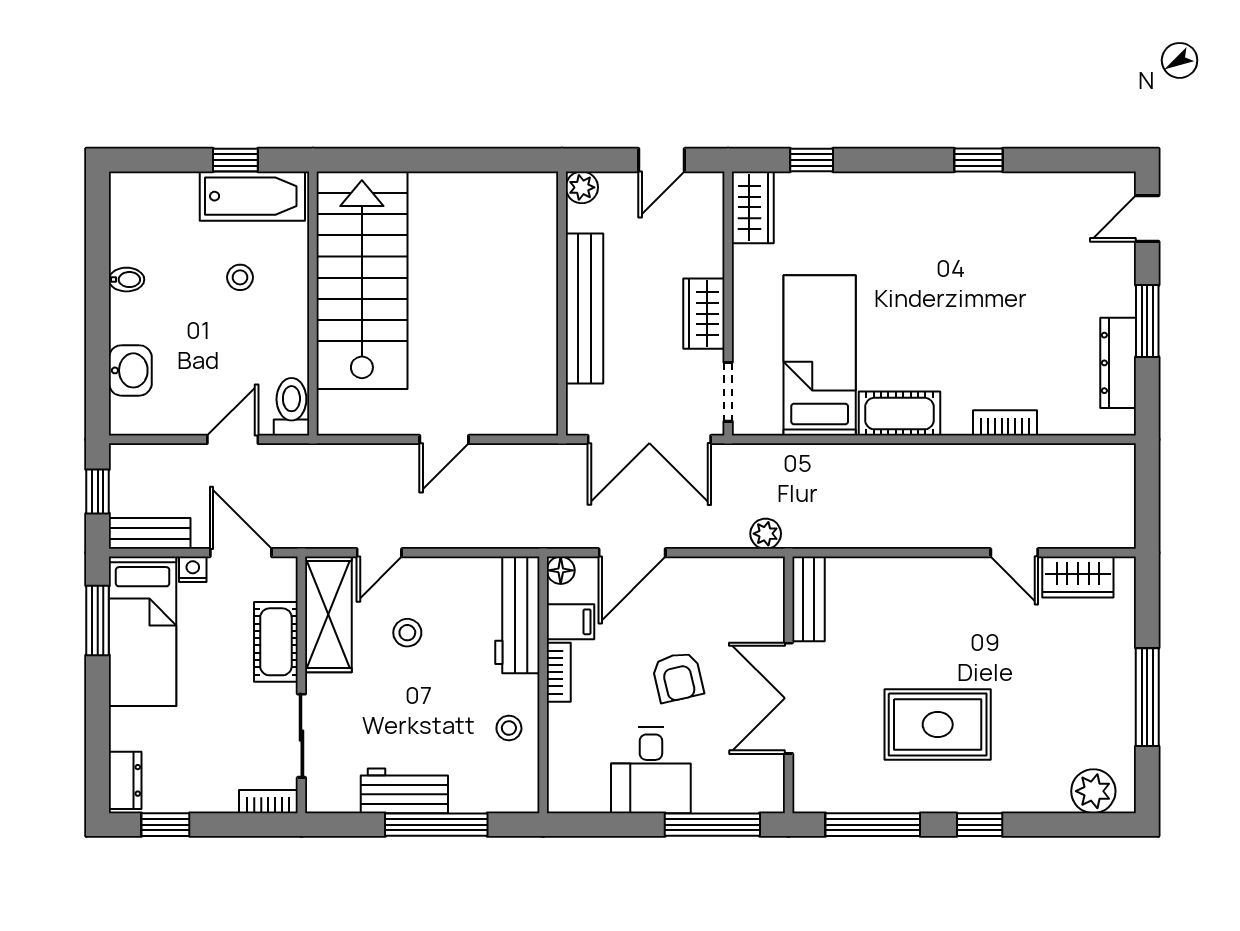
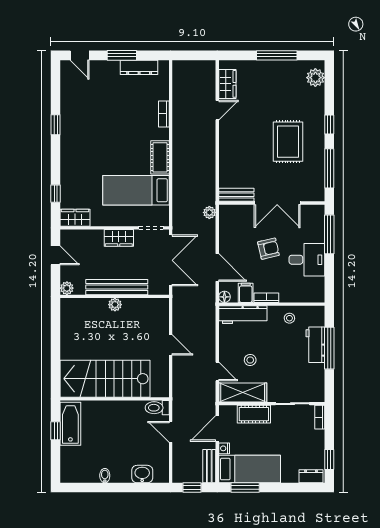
stool: (240, 277) -> (104, 429), removed
plant: (542, 304) -> (115, 305), added
workbench: (404, 791) -> (315, 345), moved

